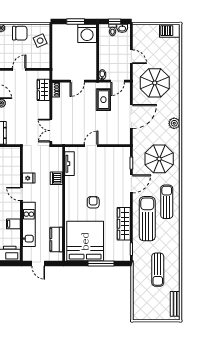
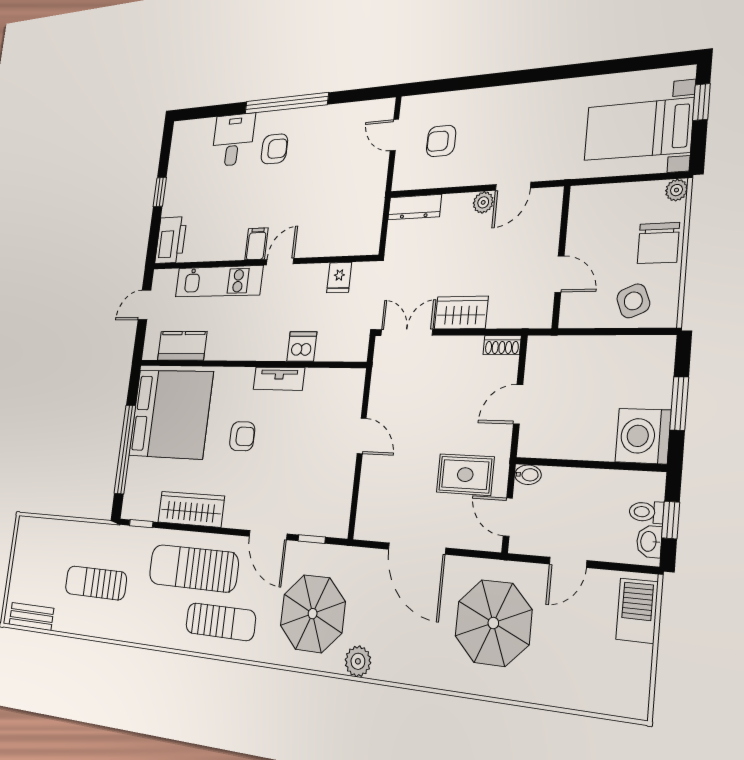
barbecue: (170, 31) -> (637, 611), moved
door: (19, 69) -> (560, 274), moved
door: (77, 81) -> (518, 404), hinge flipped
wardrobe: (43, 90) -> (461, 313), moved
plant: (174, 123) -> (358, 661), moved
tv unit: (70, 164) -> (279, 379), moved
fridge: (29, 178) -> (339, 277), moved
sun lounger: (147, 219) -> (193, 568), turned 180
filing cabinet: (13, 224) -> (256, 244), moved
window: (101, 263) -> (125, 449), width x1.46

